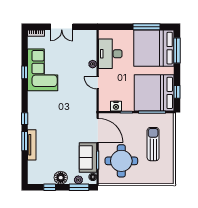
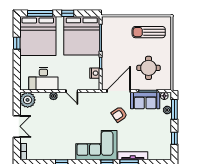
window: (147, 27) -> (17, 43), width x0.46
plant: (89, 38) -> (28, 100), added
corner sofa: (43, 70) -> (96, 145), moved
door: (98, 83) -> (72, 91), hinge flipped
window: (177, 92) -> (68, 13), moved
armchair: (74, 131) -> (119, 114), added
sun lounger: (153, 144) -> (149, 32), moved
round table: (121, 161) -> (149, 68), width x0.73, depth x0.73
floor lamp: (61, 178) -> (165, 127), removed

